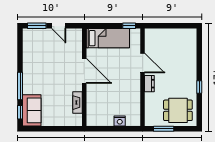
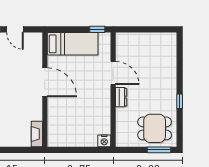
fireplace: (77, 103) -> (37, 134), moved
nightstand: (120, 121) -> (104, 141), moved
window: (164, 129) -> (159, 150), moved

